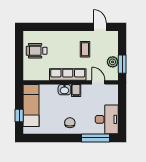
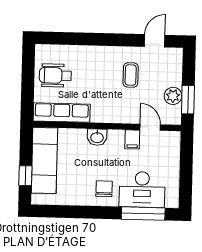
door: (100, 27) -> (155, 41), hinge flipped
row of seats: (68, 74) -> (62, 113), moved
filing cabinet: (76, 91) -> (132, 139), moved
desk: (107, 119) -> (142, 189), moved, turned 90

